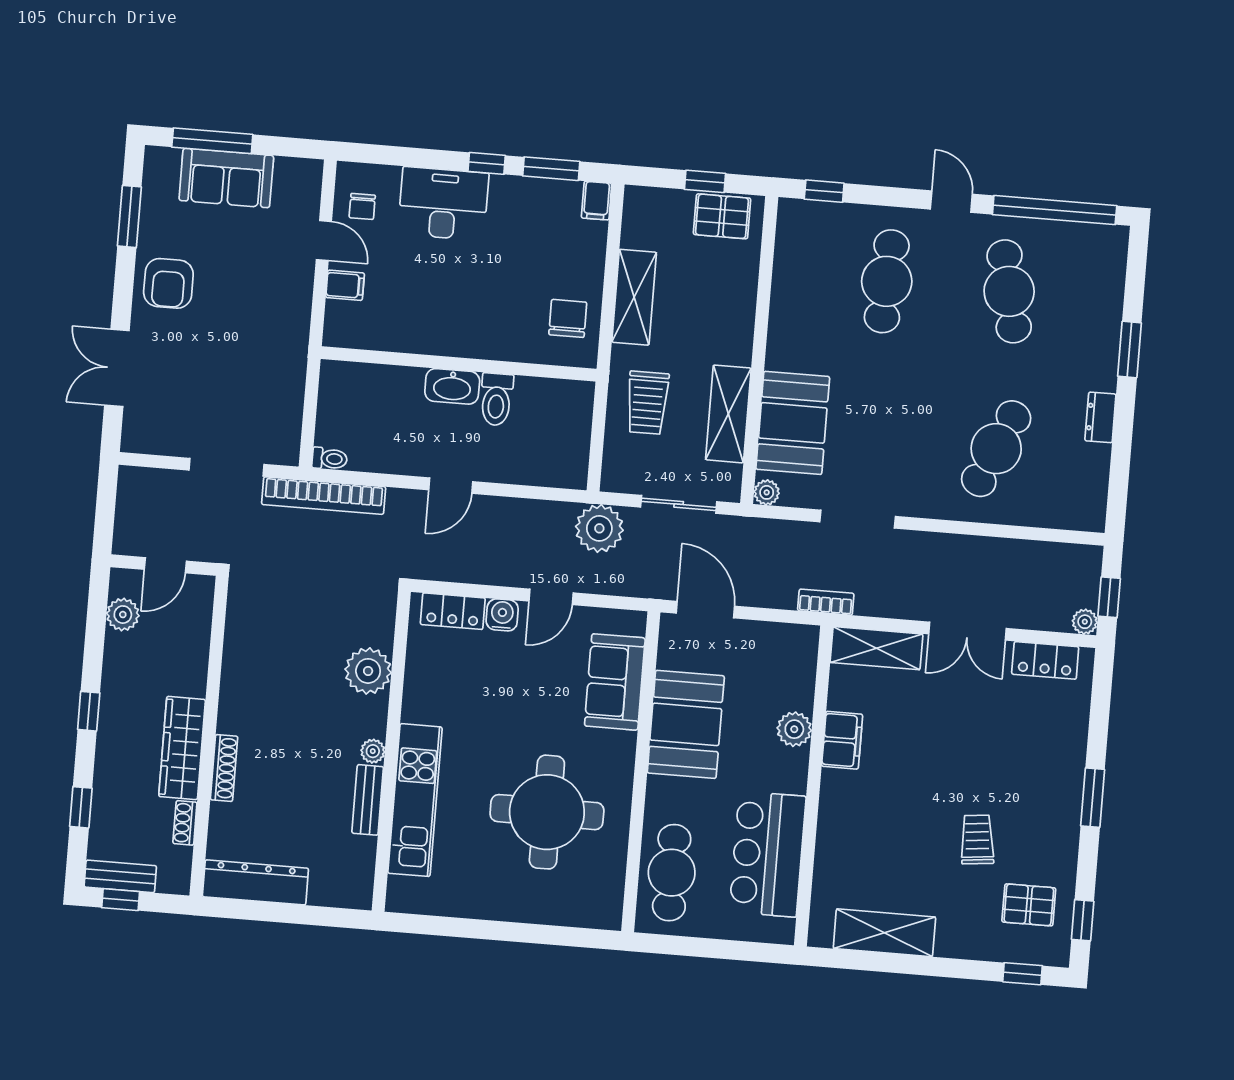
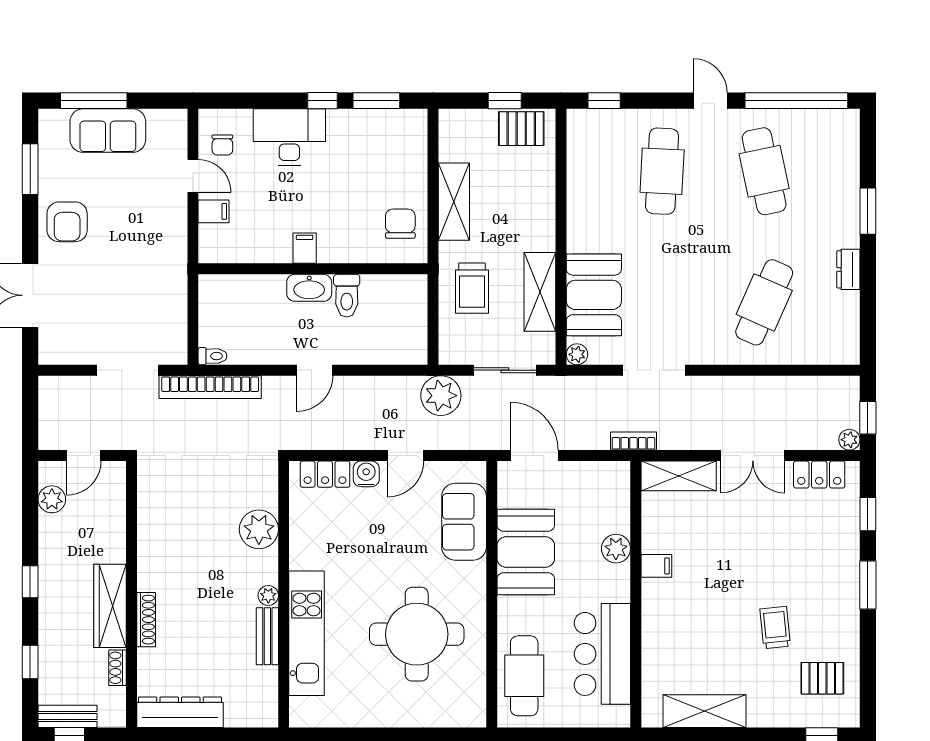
filing cabinet: (597, 201) -> (305, 248), moved, turned 180
filing cabinet: (842, 740) -> (656, 566), width x0.50
window: (1083, 920) -> (868, 514), moved

